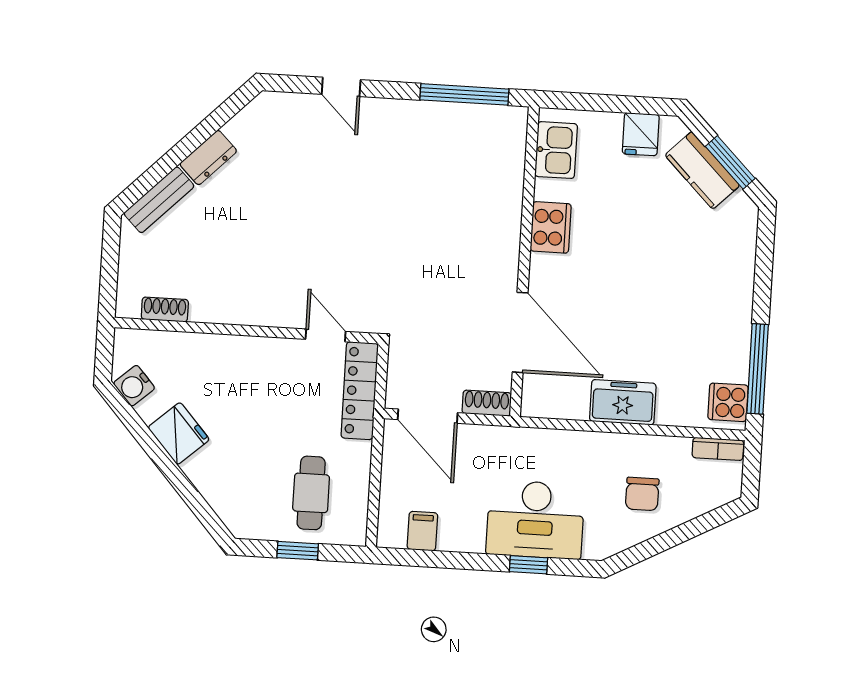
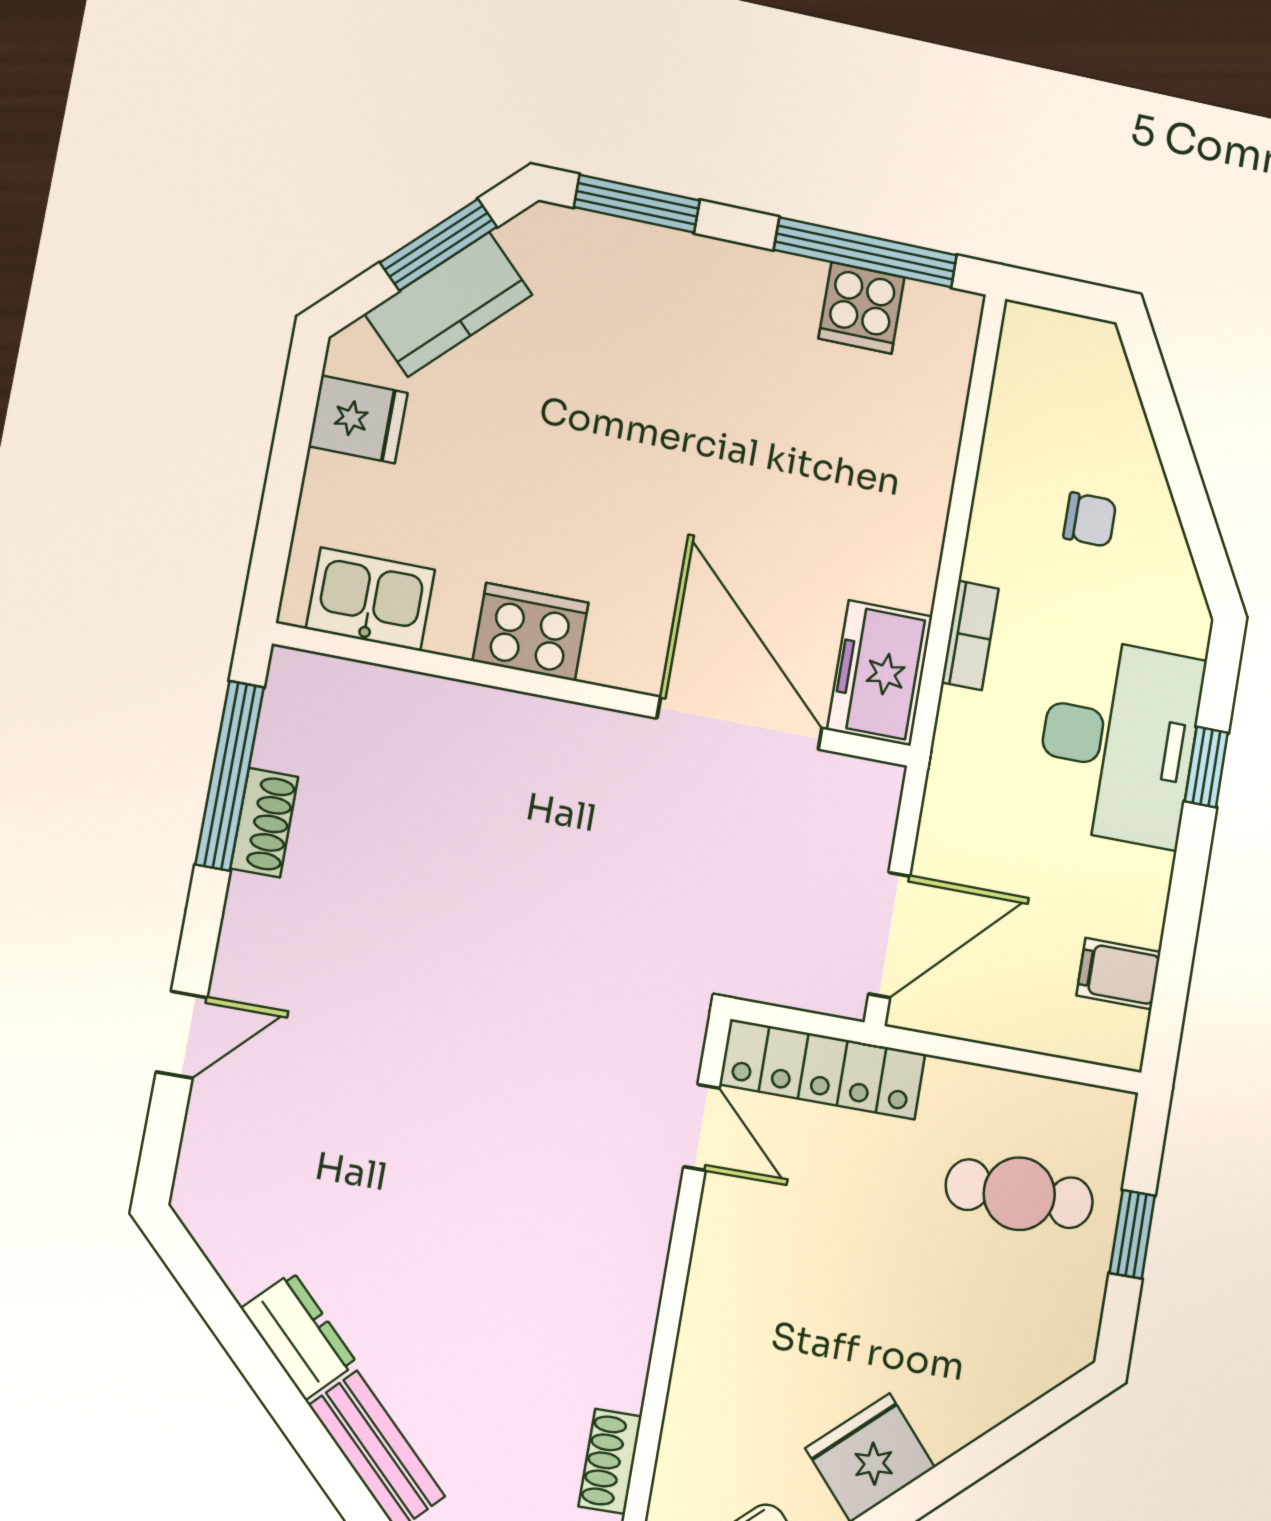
window: (765, 255) -> (637, 204), added
door: (520, 332) -> (740, 723), hinge flipped
door: (326, 335) -> (702, 1127), swing flipped
freezer: (623, 402) -> (880, 673), moved
cooker: (728, 402) -> (861, 308), moved
shoe rack: (487, 403) -> (264, 823), moved, turned 180
bookcase: (718, 449) -> (970, 635), moved
chair: (642, 494) -> (1090, 520), width x0.73, depth x0.73

